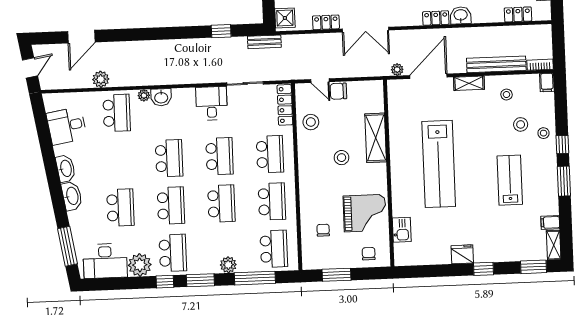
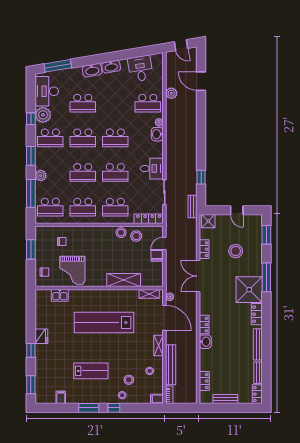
stool: (342, 158) -> (121, 233), moved
shelving: (554, 245) -> (149, 294), moved
window: (165, 282) -> (31, 119), moved

